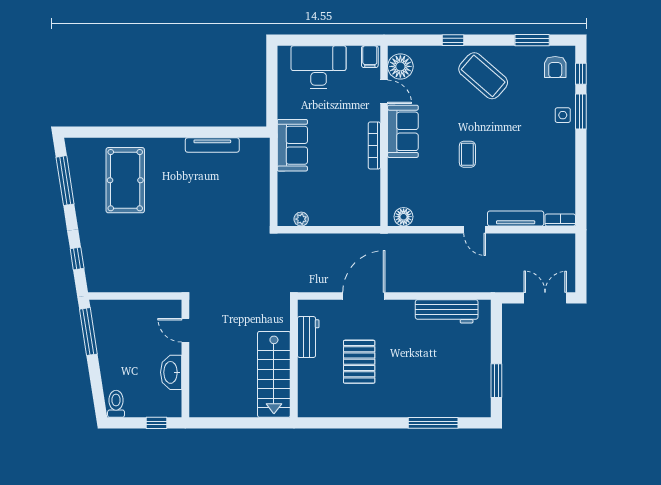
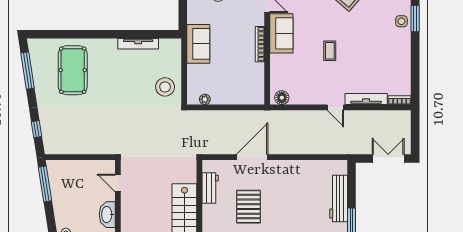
stool: (248, 203) -> (165, 87), added
workbench: (447, 311) -> (339, 199), moved, turned 90

